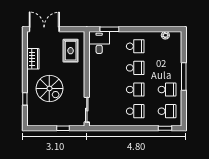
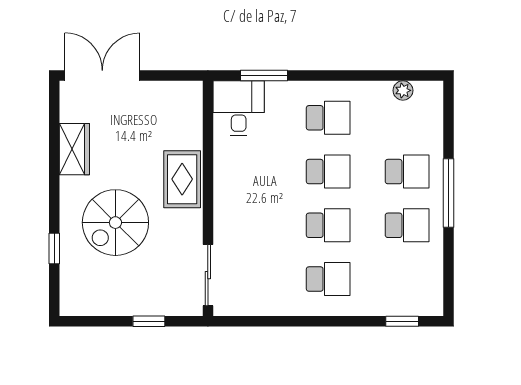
rug: (71, 51) -> (182, 179), moved
spiral stairs: (49, 88) -> (115, 223), turned 90
school desk: (167, 111) -> (407, 172), moved

